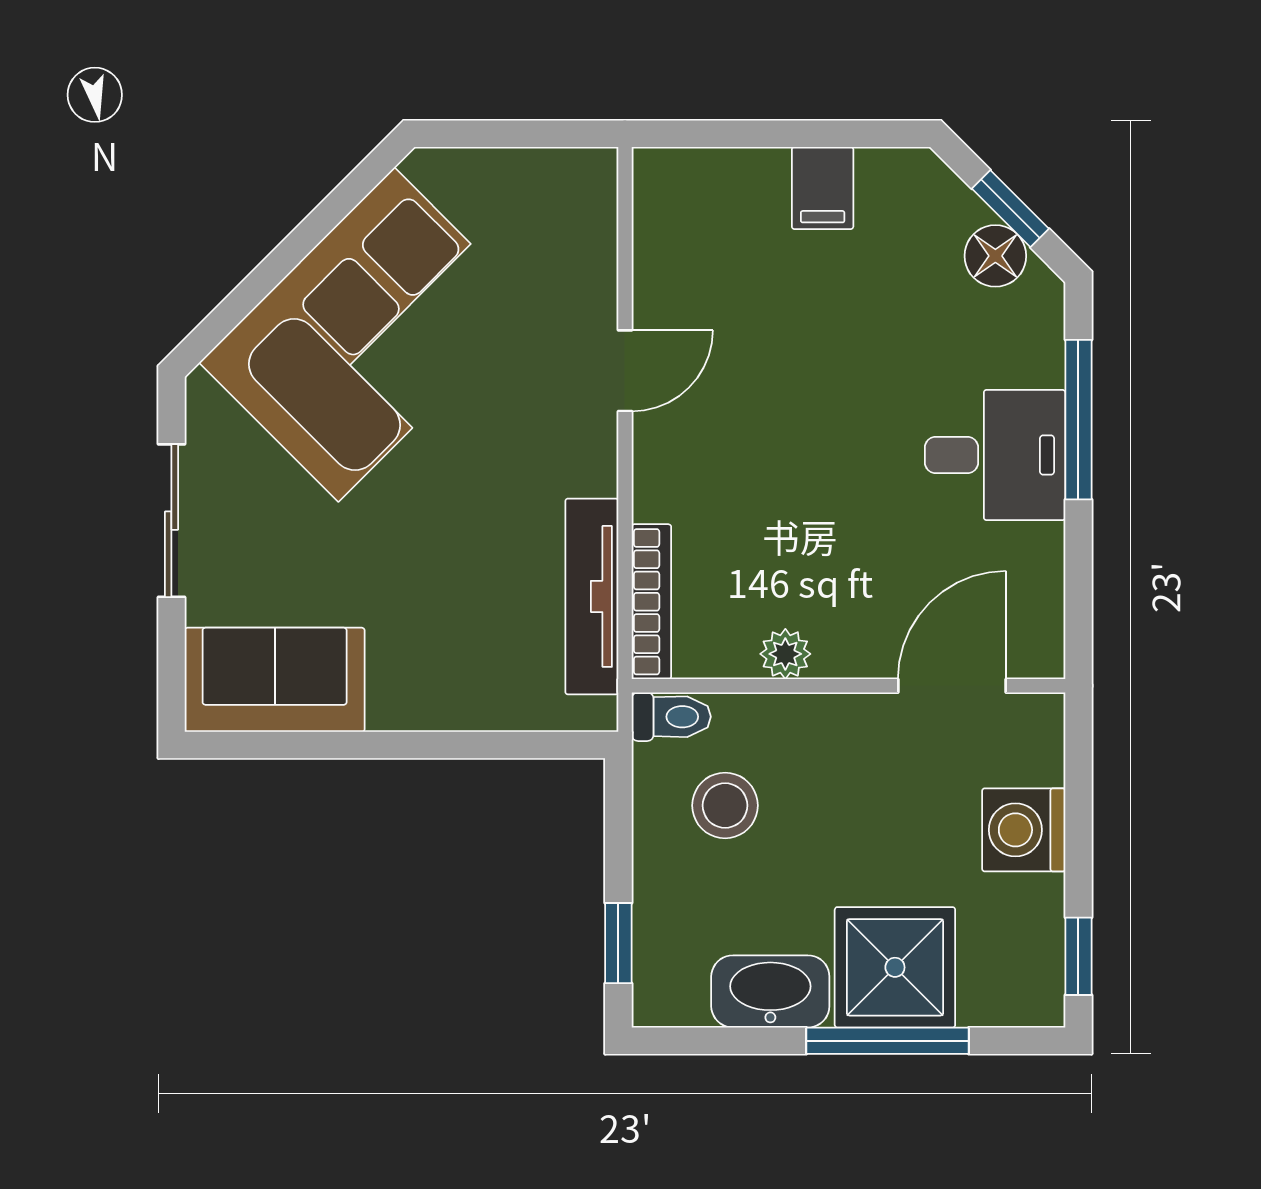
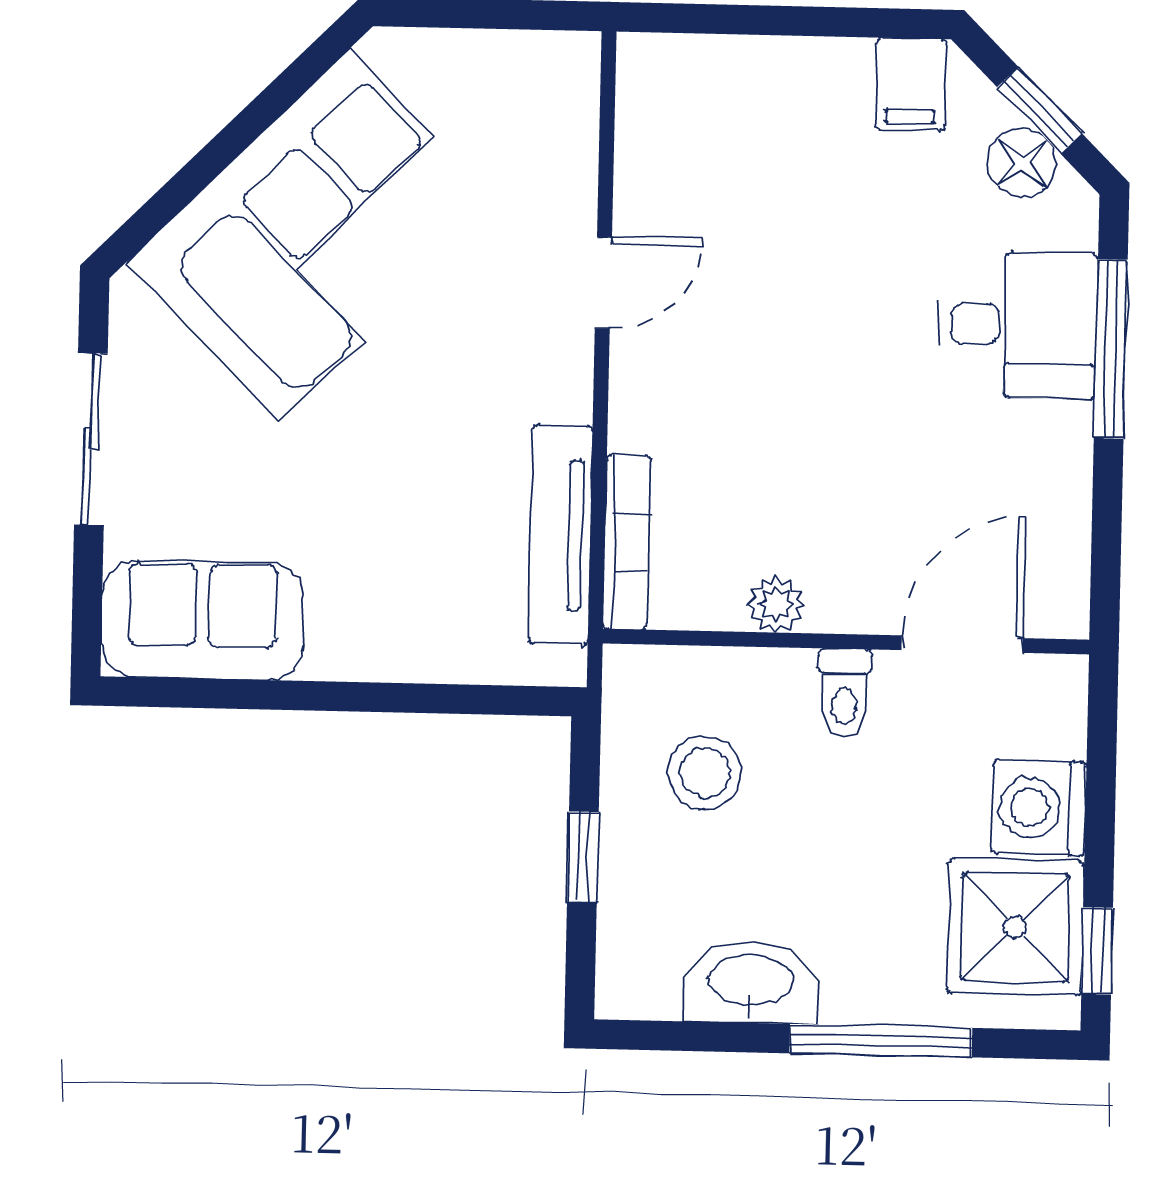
filing cabinet: (823, 188) -> (911, 84), moved
desk: (995, 455) -> (1018, 325), moved
toilet: (671, 717) -> (844, 693), moved, turned 90
window: (618, 943) -> (583, 857), moved
shower: (895, 967) -> (1015, 927), moved

